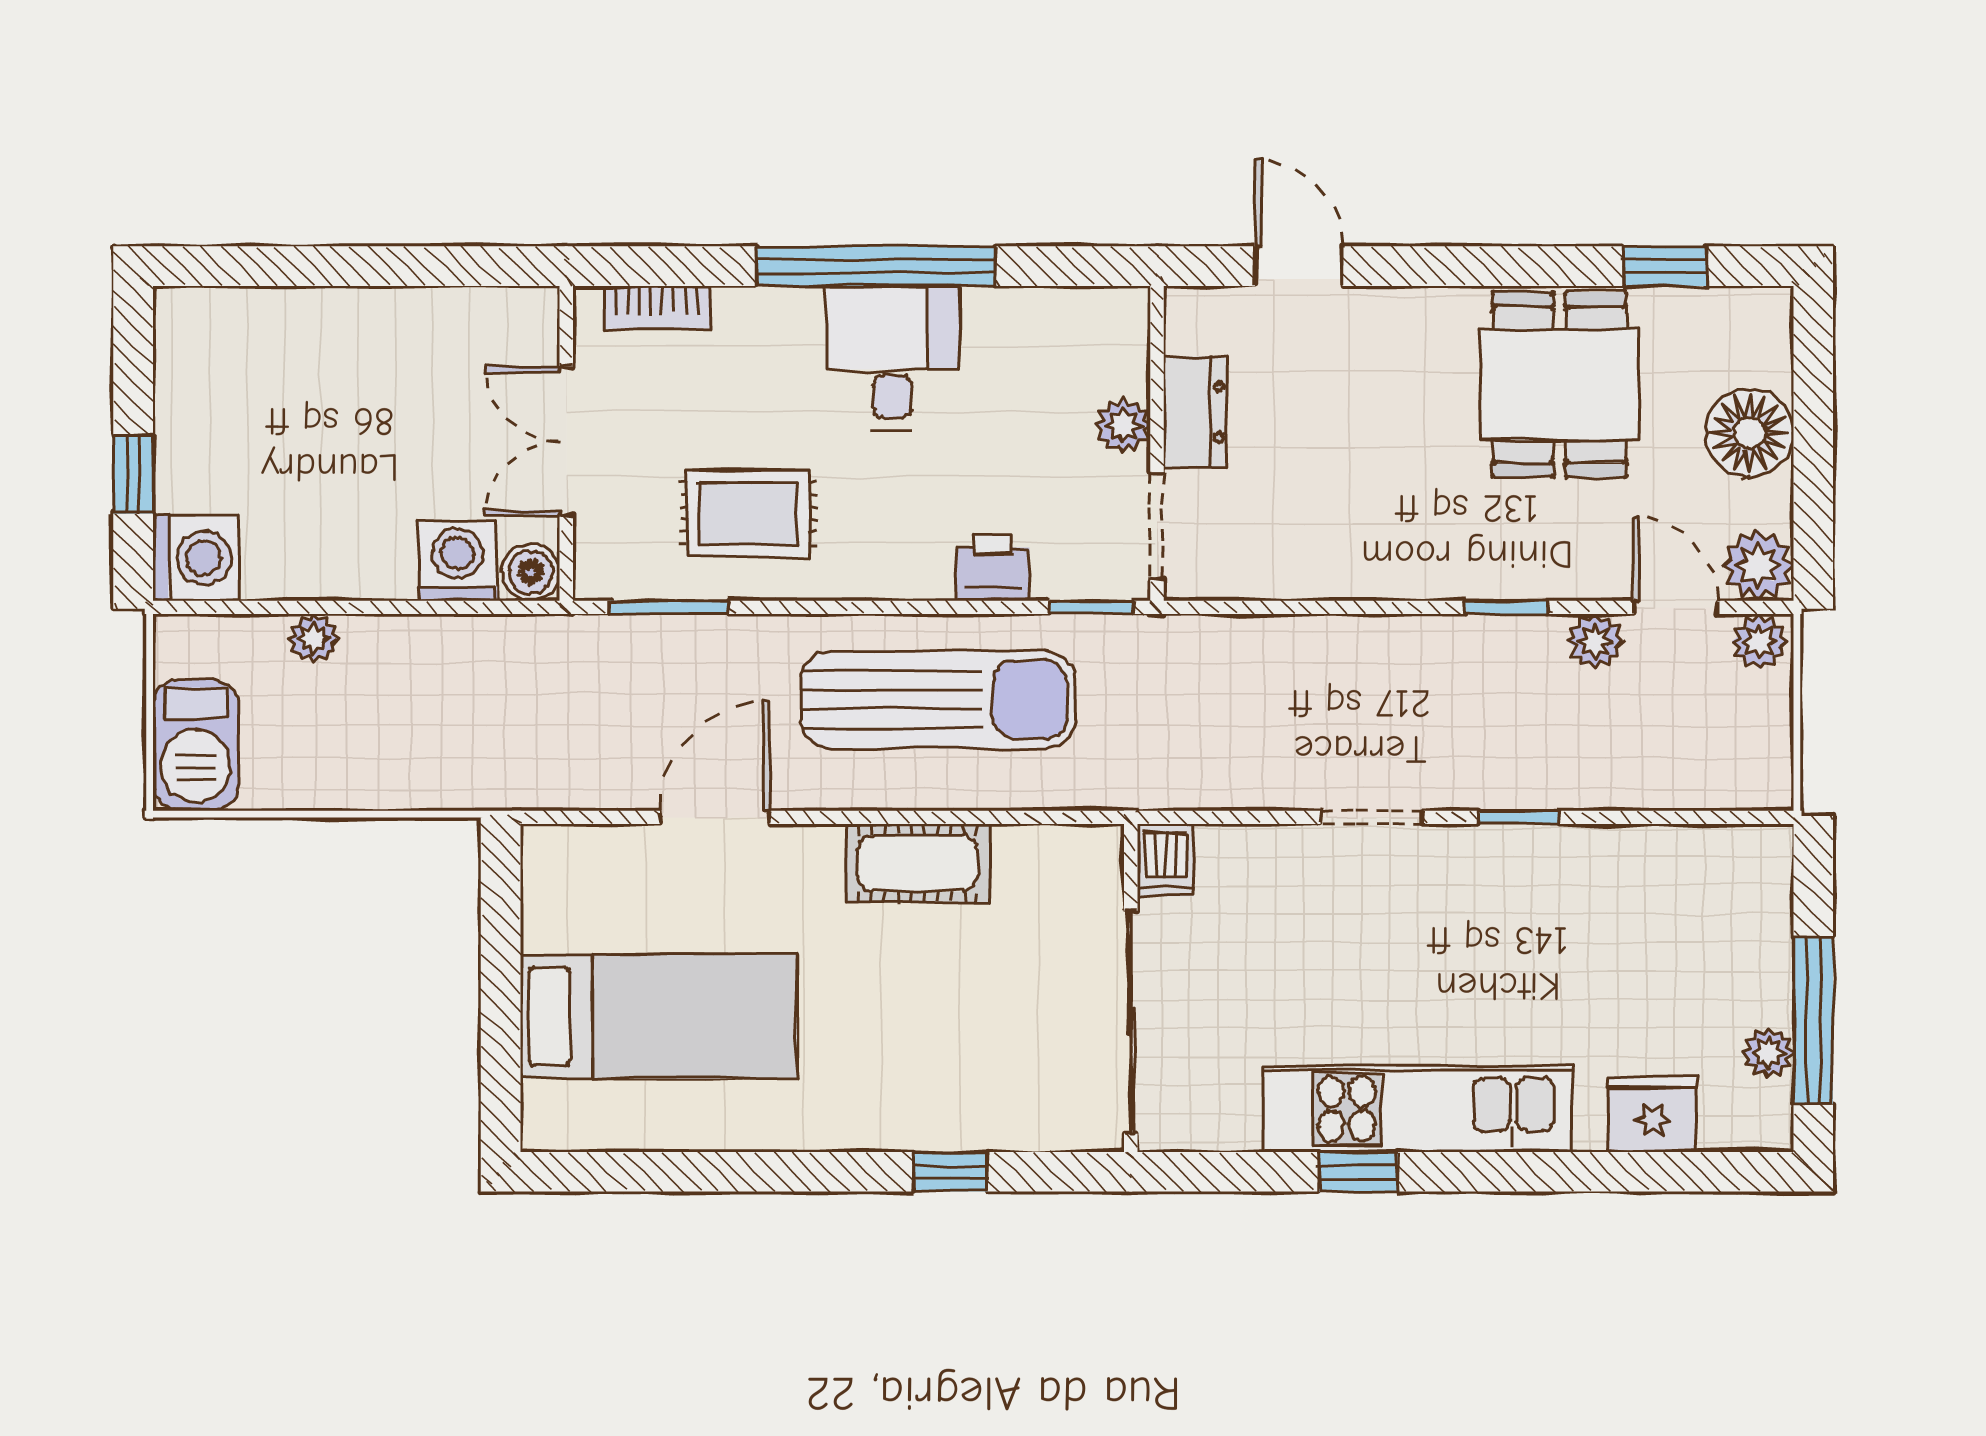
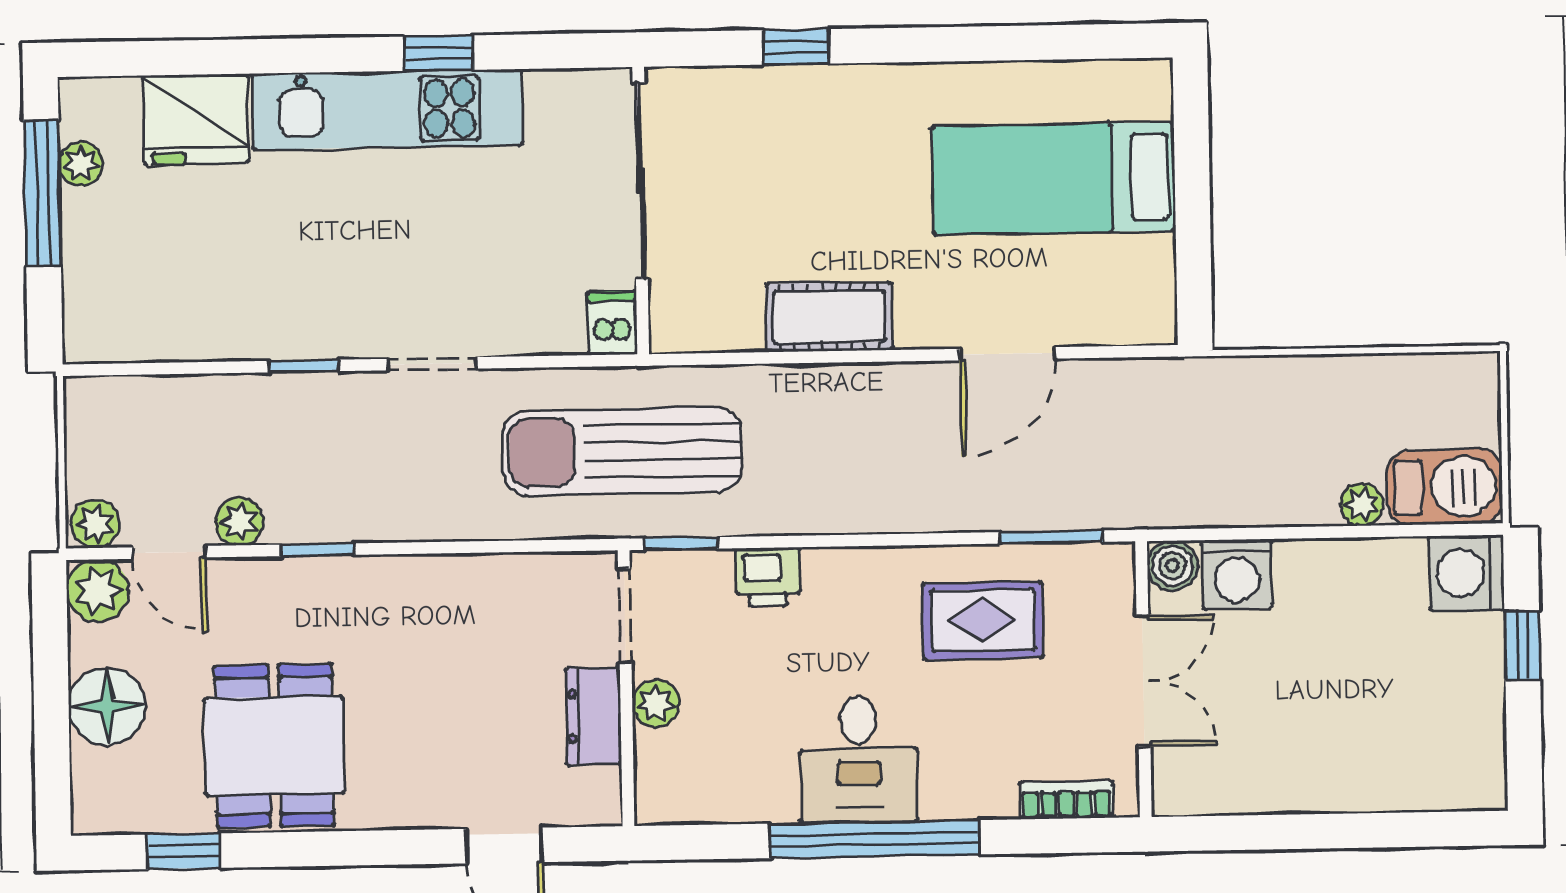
sun lounger: (938, 700) -> (622, 451), moved
barbecue: (196, 745) -> (1445, 487), moved, turned 90
fridge: (1653, 1114) -> (196, 119), width x1.36, depth x1.34

